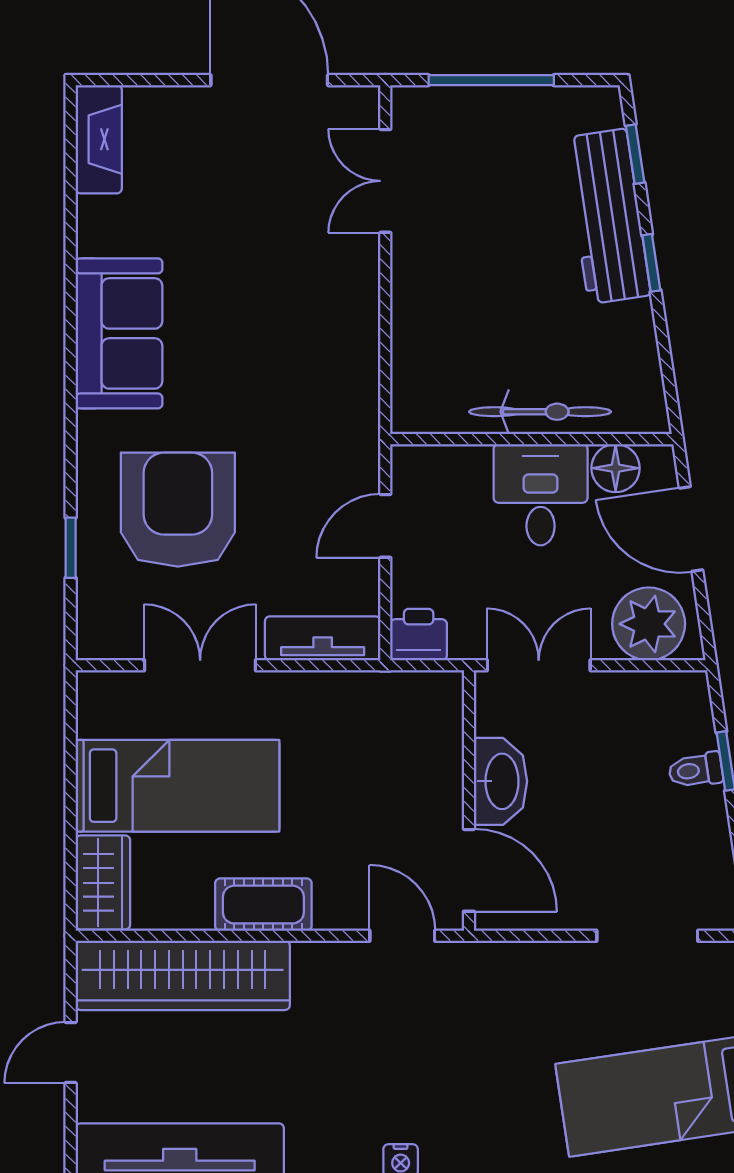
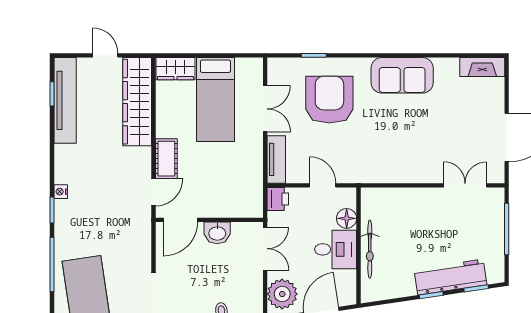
floor lamp: (616, 468) -> (347, 218), moved
armchair: (178, 510) -> (329, 100), turned -90
washbasin: (500, 781) -> (217, 233), width x0.72
cot: (263, 905) -> (166, 159), moved

